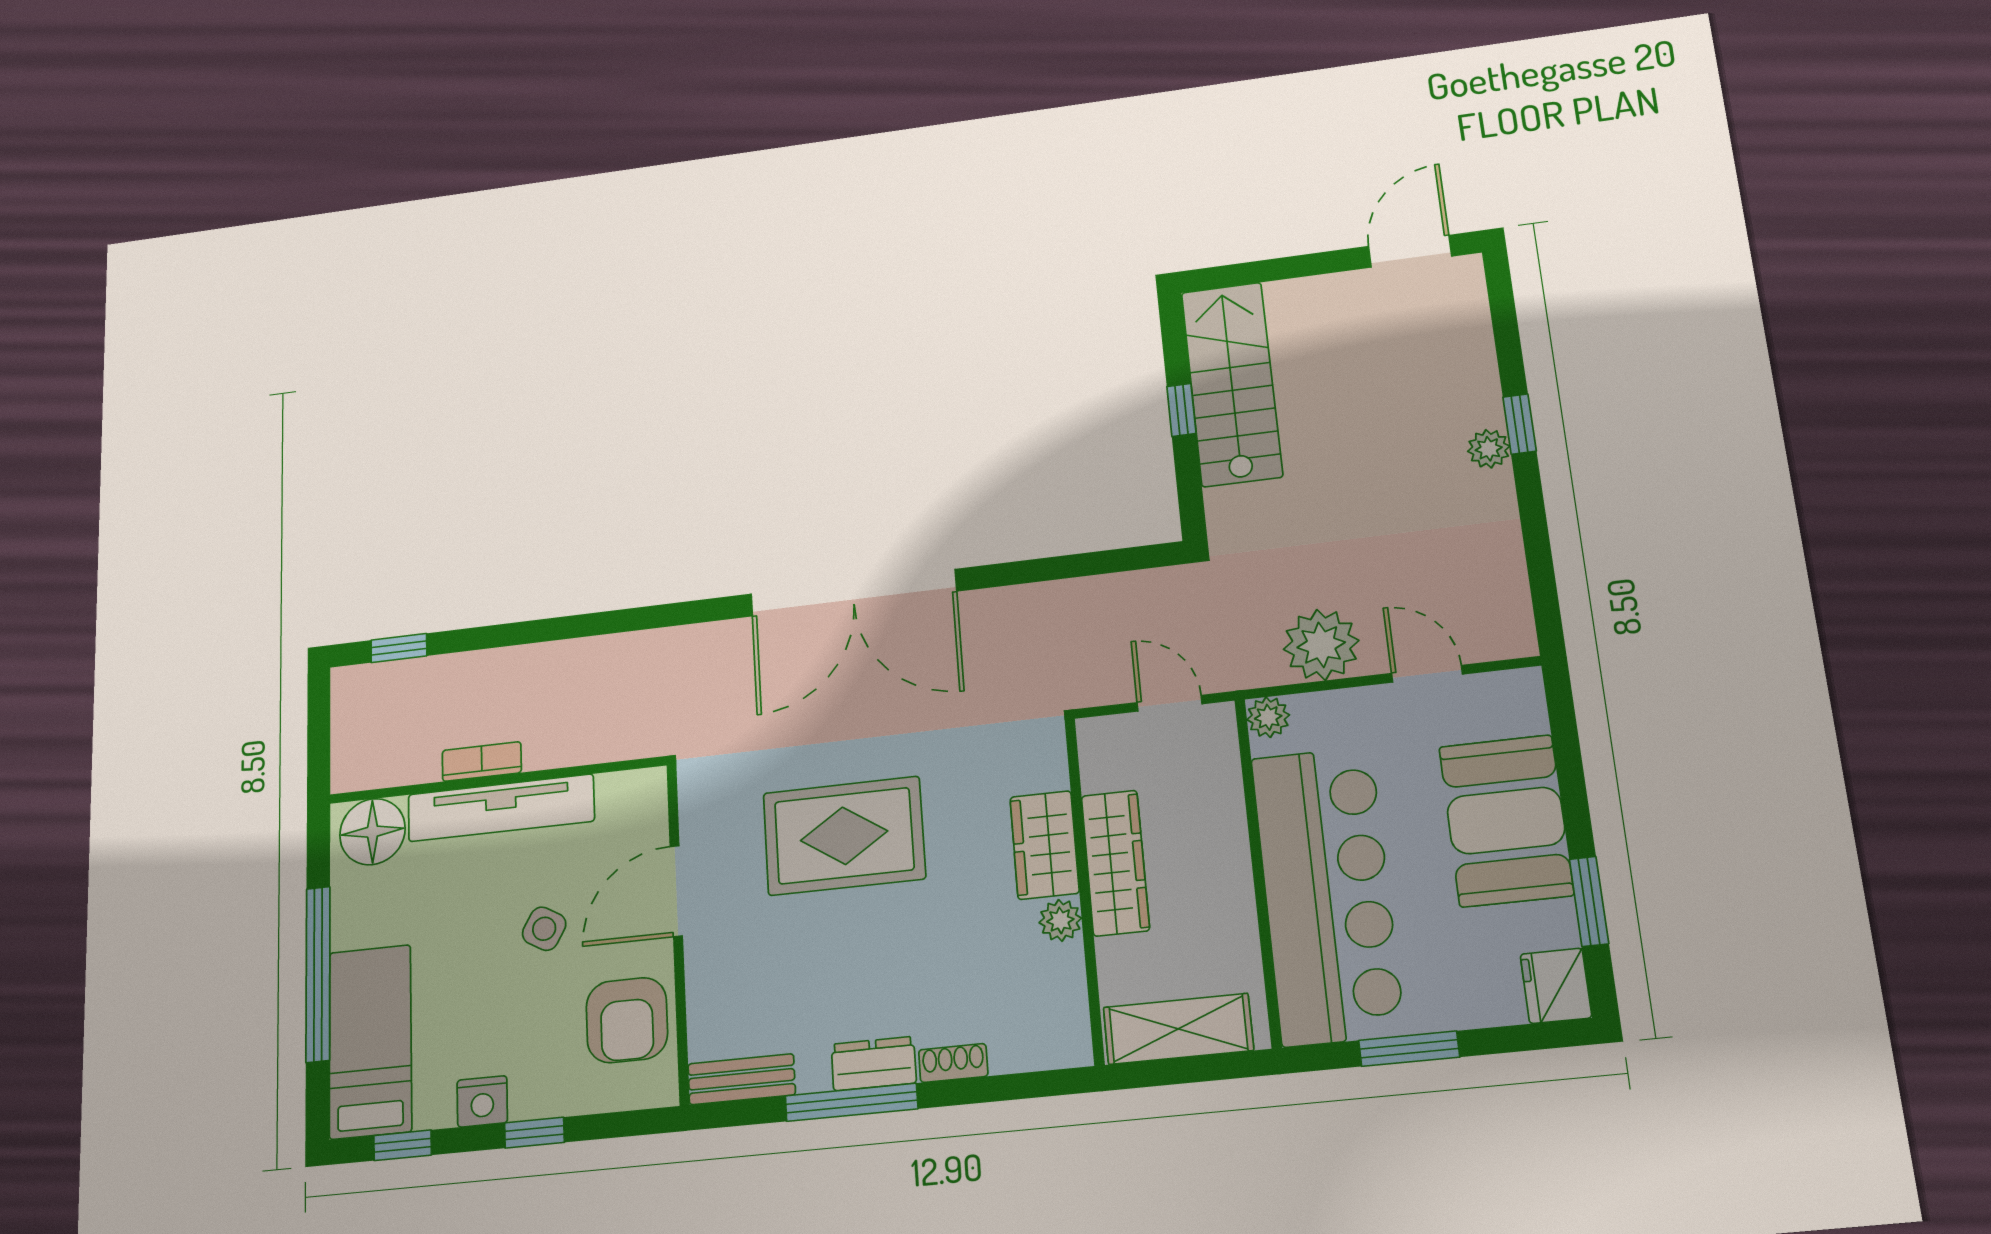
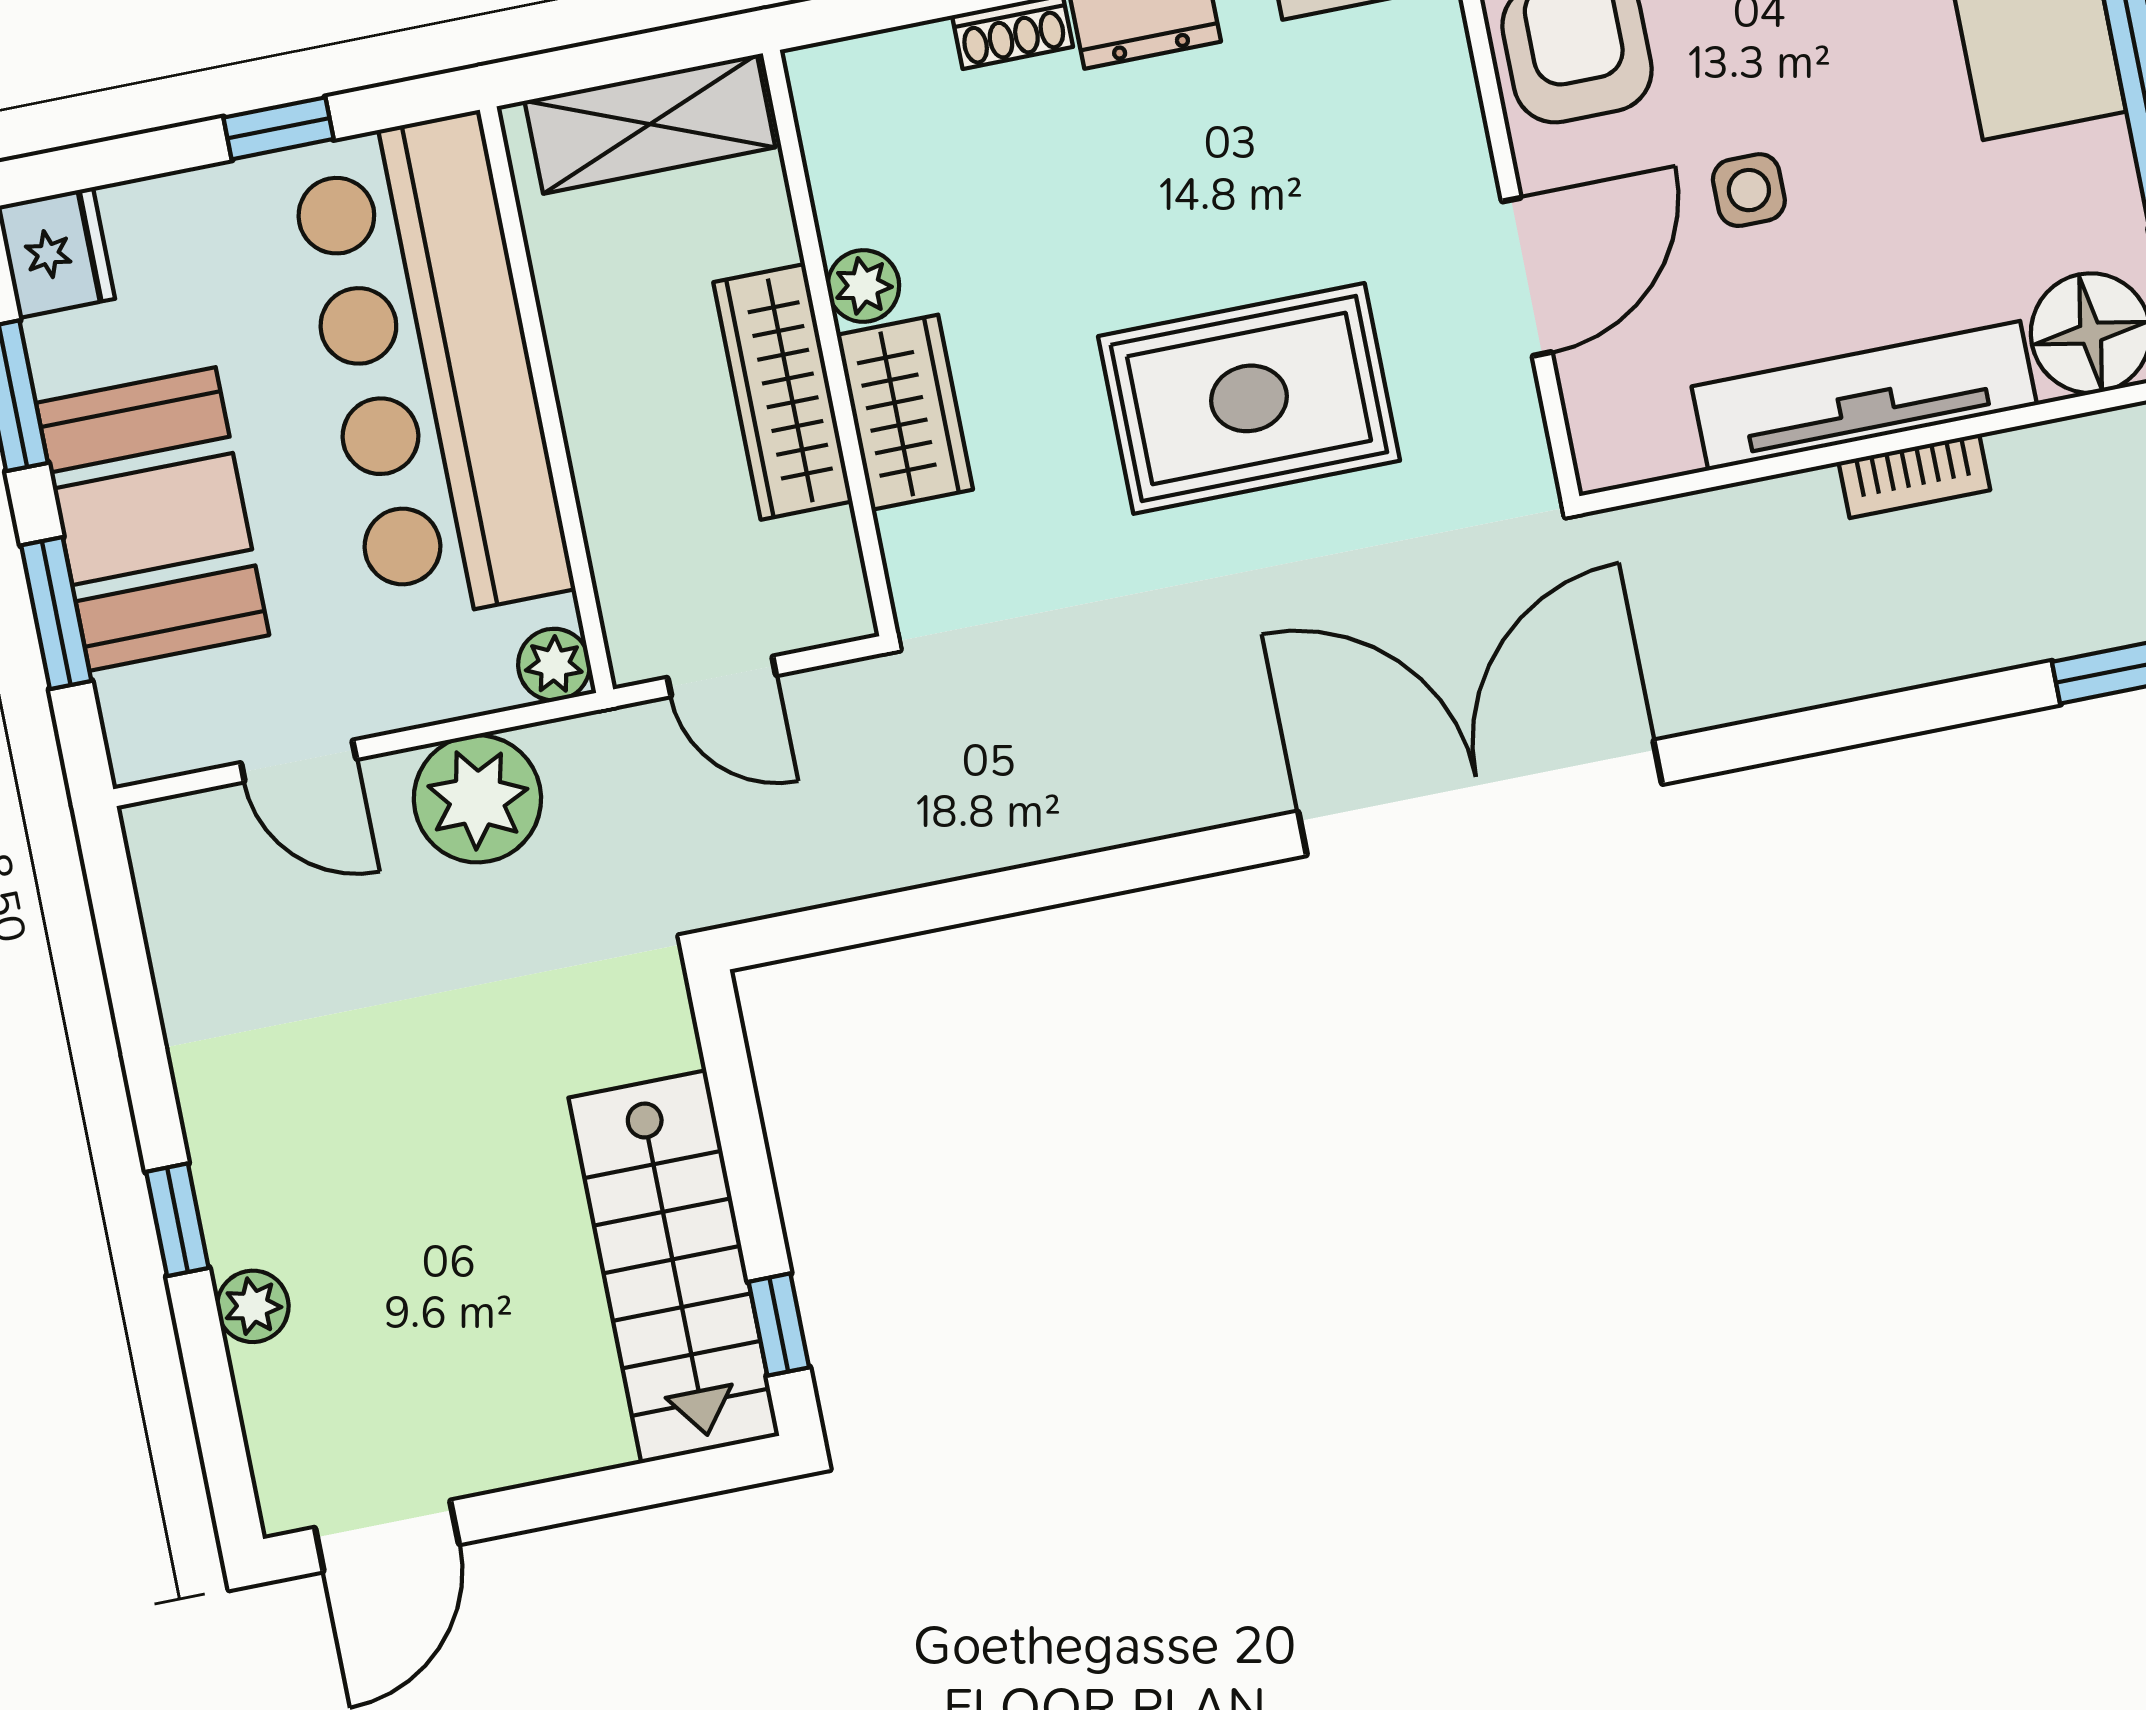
window: (1181, 410) -> (779, 1325), moved
plant: (1489, 449) -> (253, 1306), moved
double door: (853, 593) -> (1480, 798), moved
window: (1570, 770) -> (56, 613), added
side table: (544, 929) -> (1749, 190), turned -30
window: (1409, 1049) -> (278, 128), width x0.67

